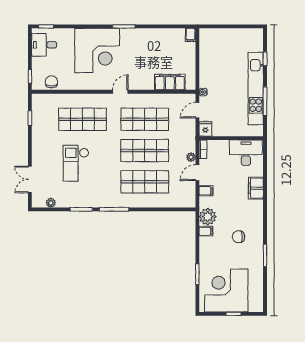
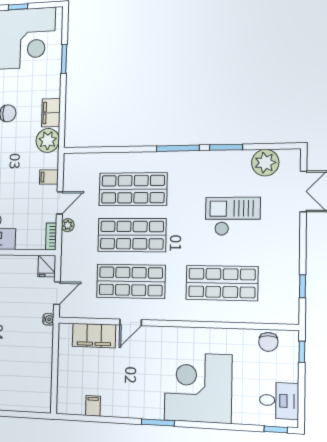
filing cabinet: (191, 35) -> (93, 406), moved
door: (120, 92) -> (131, 322), moved
checkout: (76, 163) -> (233, 216), turned -90
plant: (51, 203) -> (265, 163), width x1.87, depth x1.87
filing cabinet: (206, 231) -> (51, 113), width x2.00

